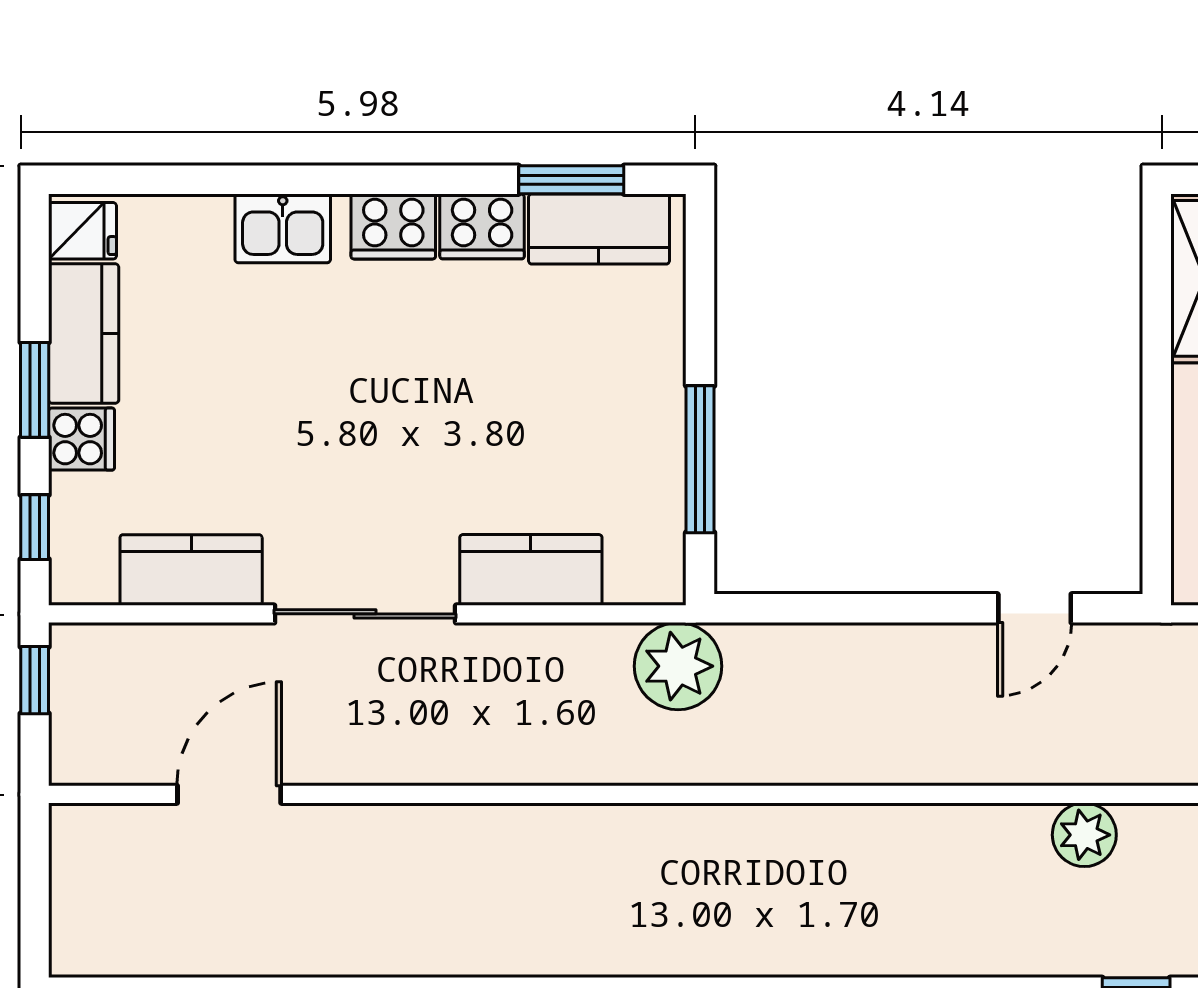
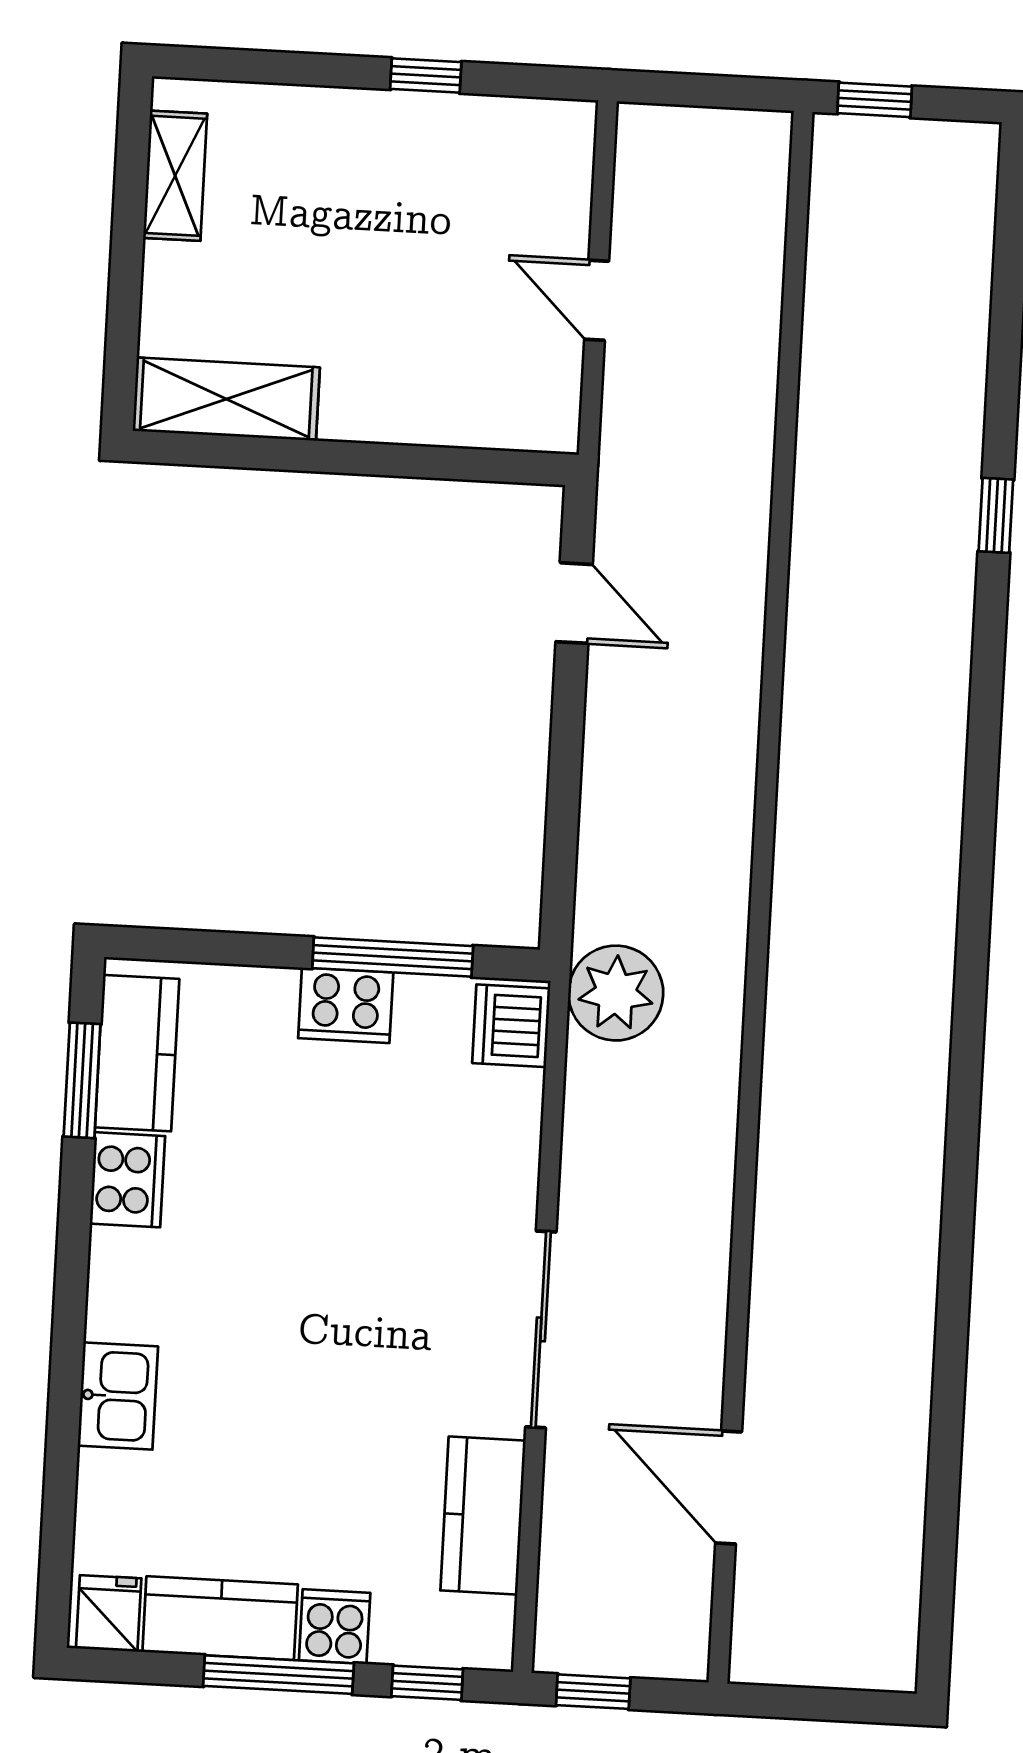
cooker: (393, 226) -> (346, 1005), moved, turned 90
window: (35, 390) -> (278, 1675), width x1.44
kitchen counter: (531, 570) -> (503, 1147), removed
dishwasher: (643, 572) -> (511, 1026), added
plant: (1084, 835) -> (823, 562), removed

